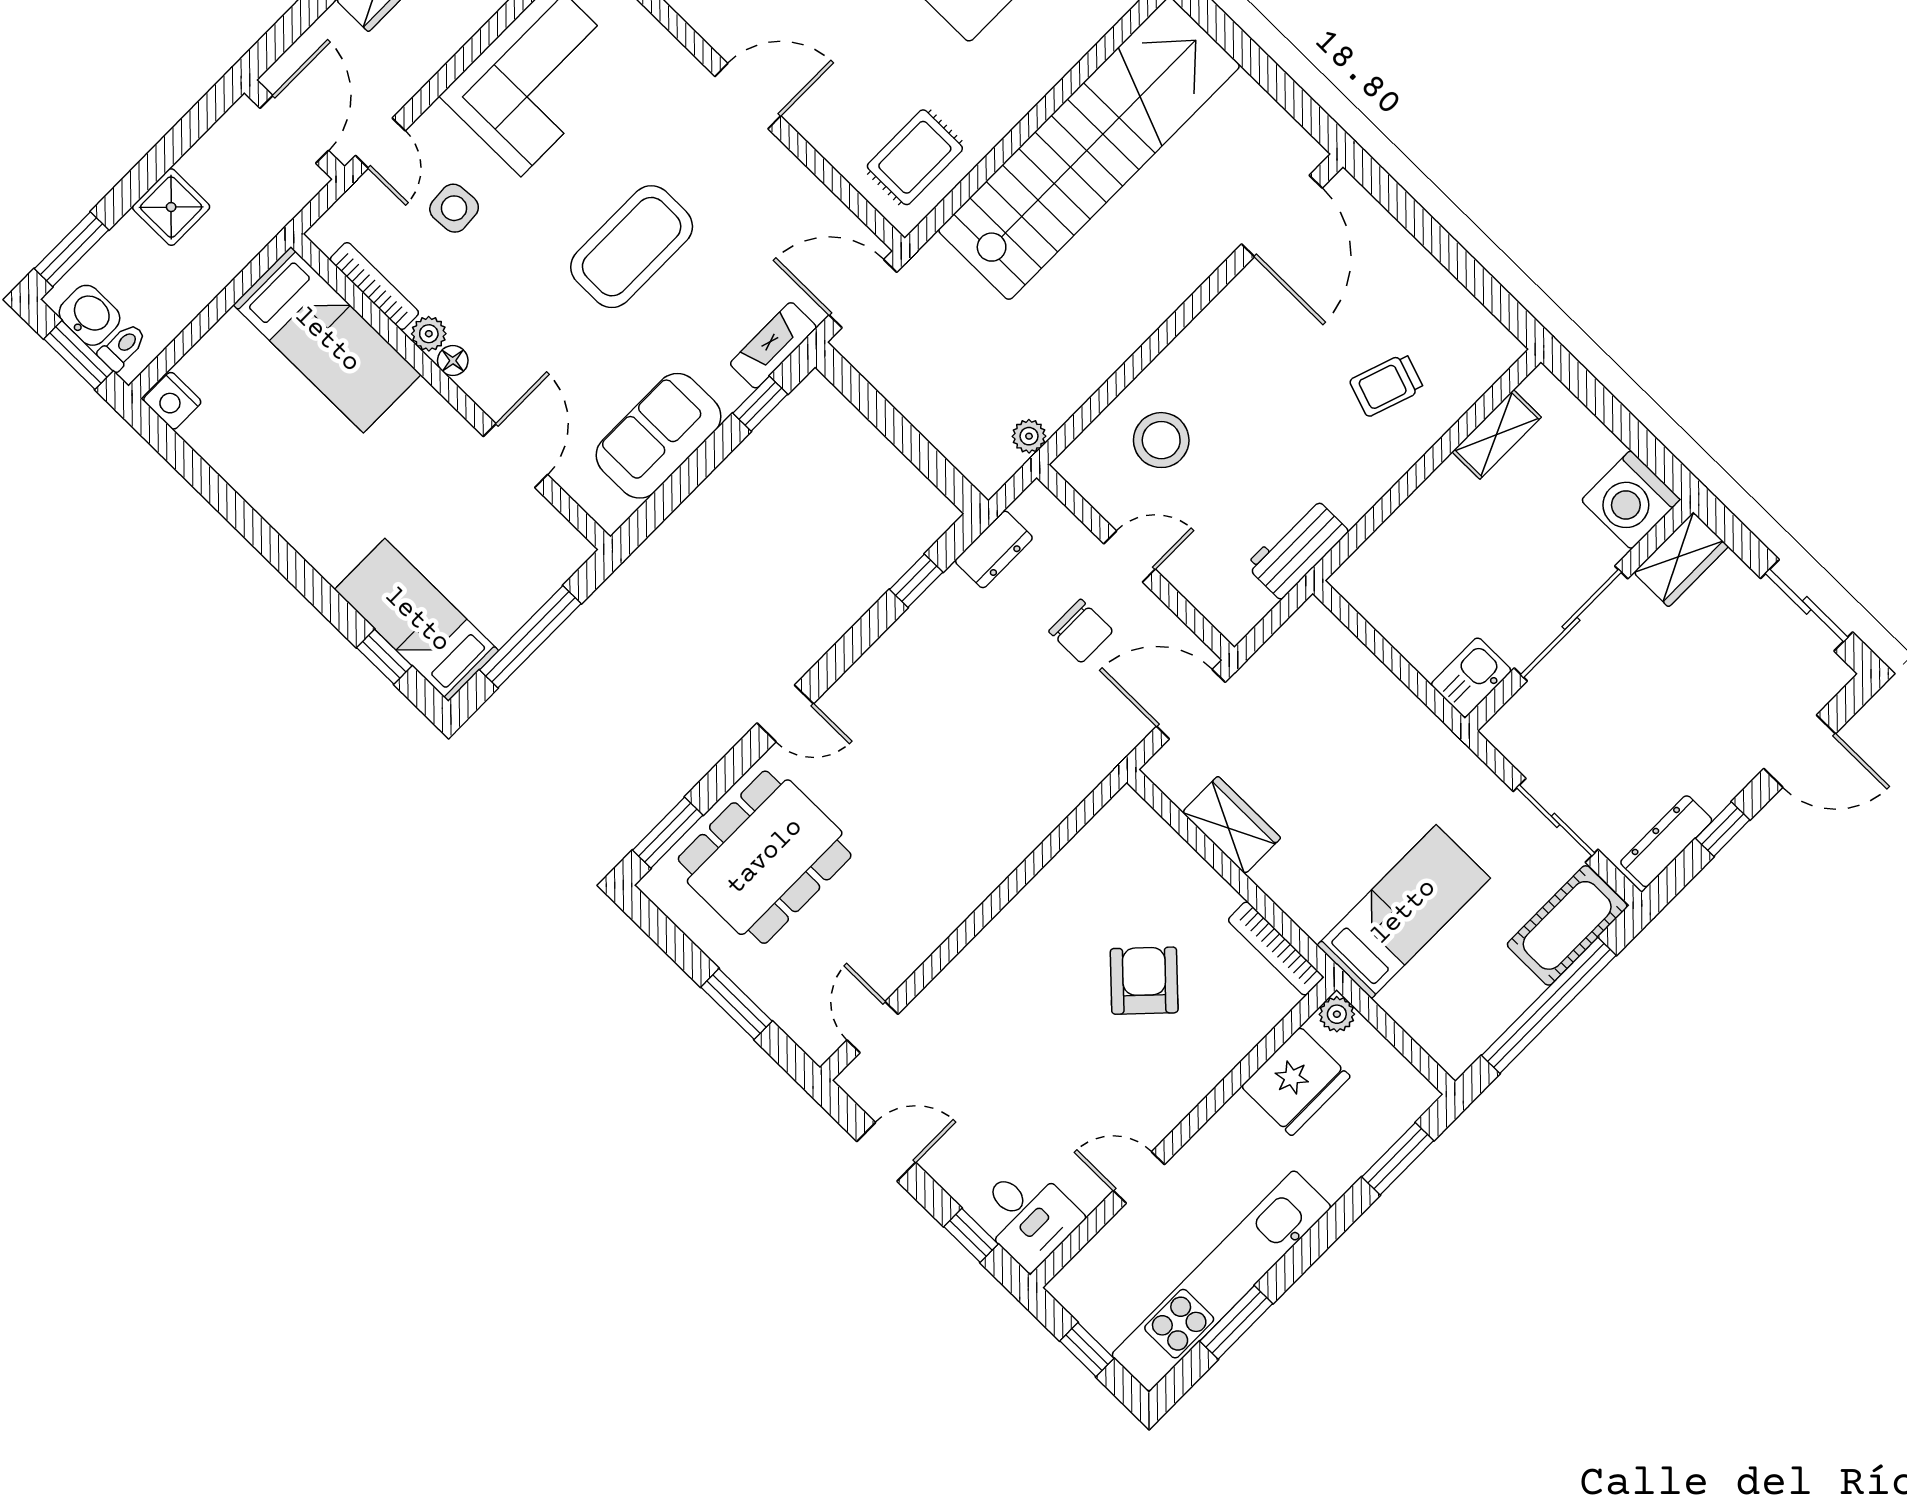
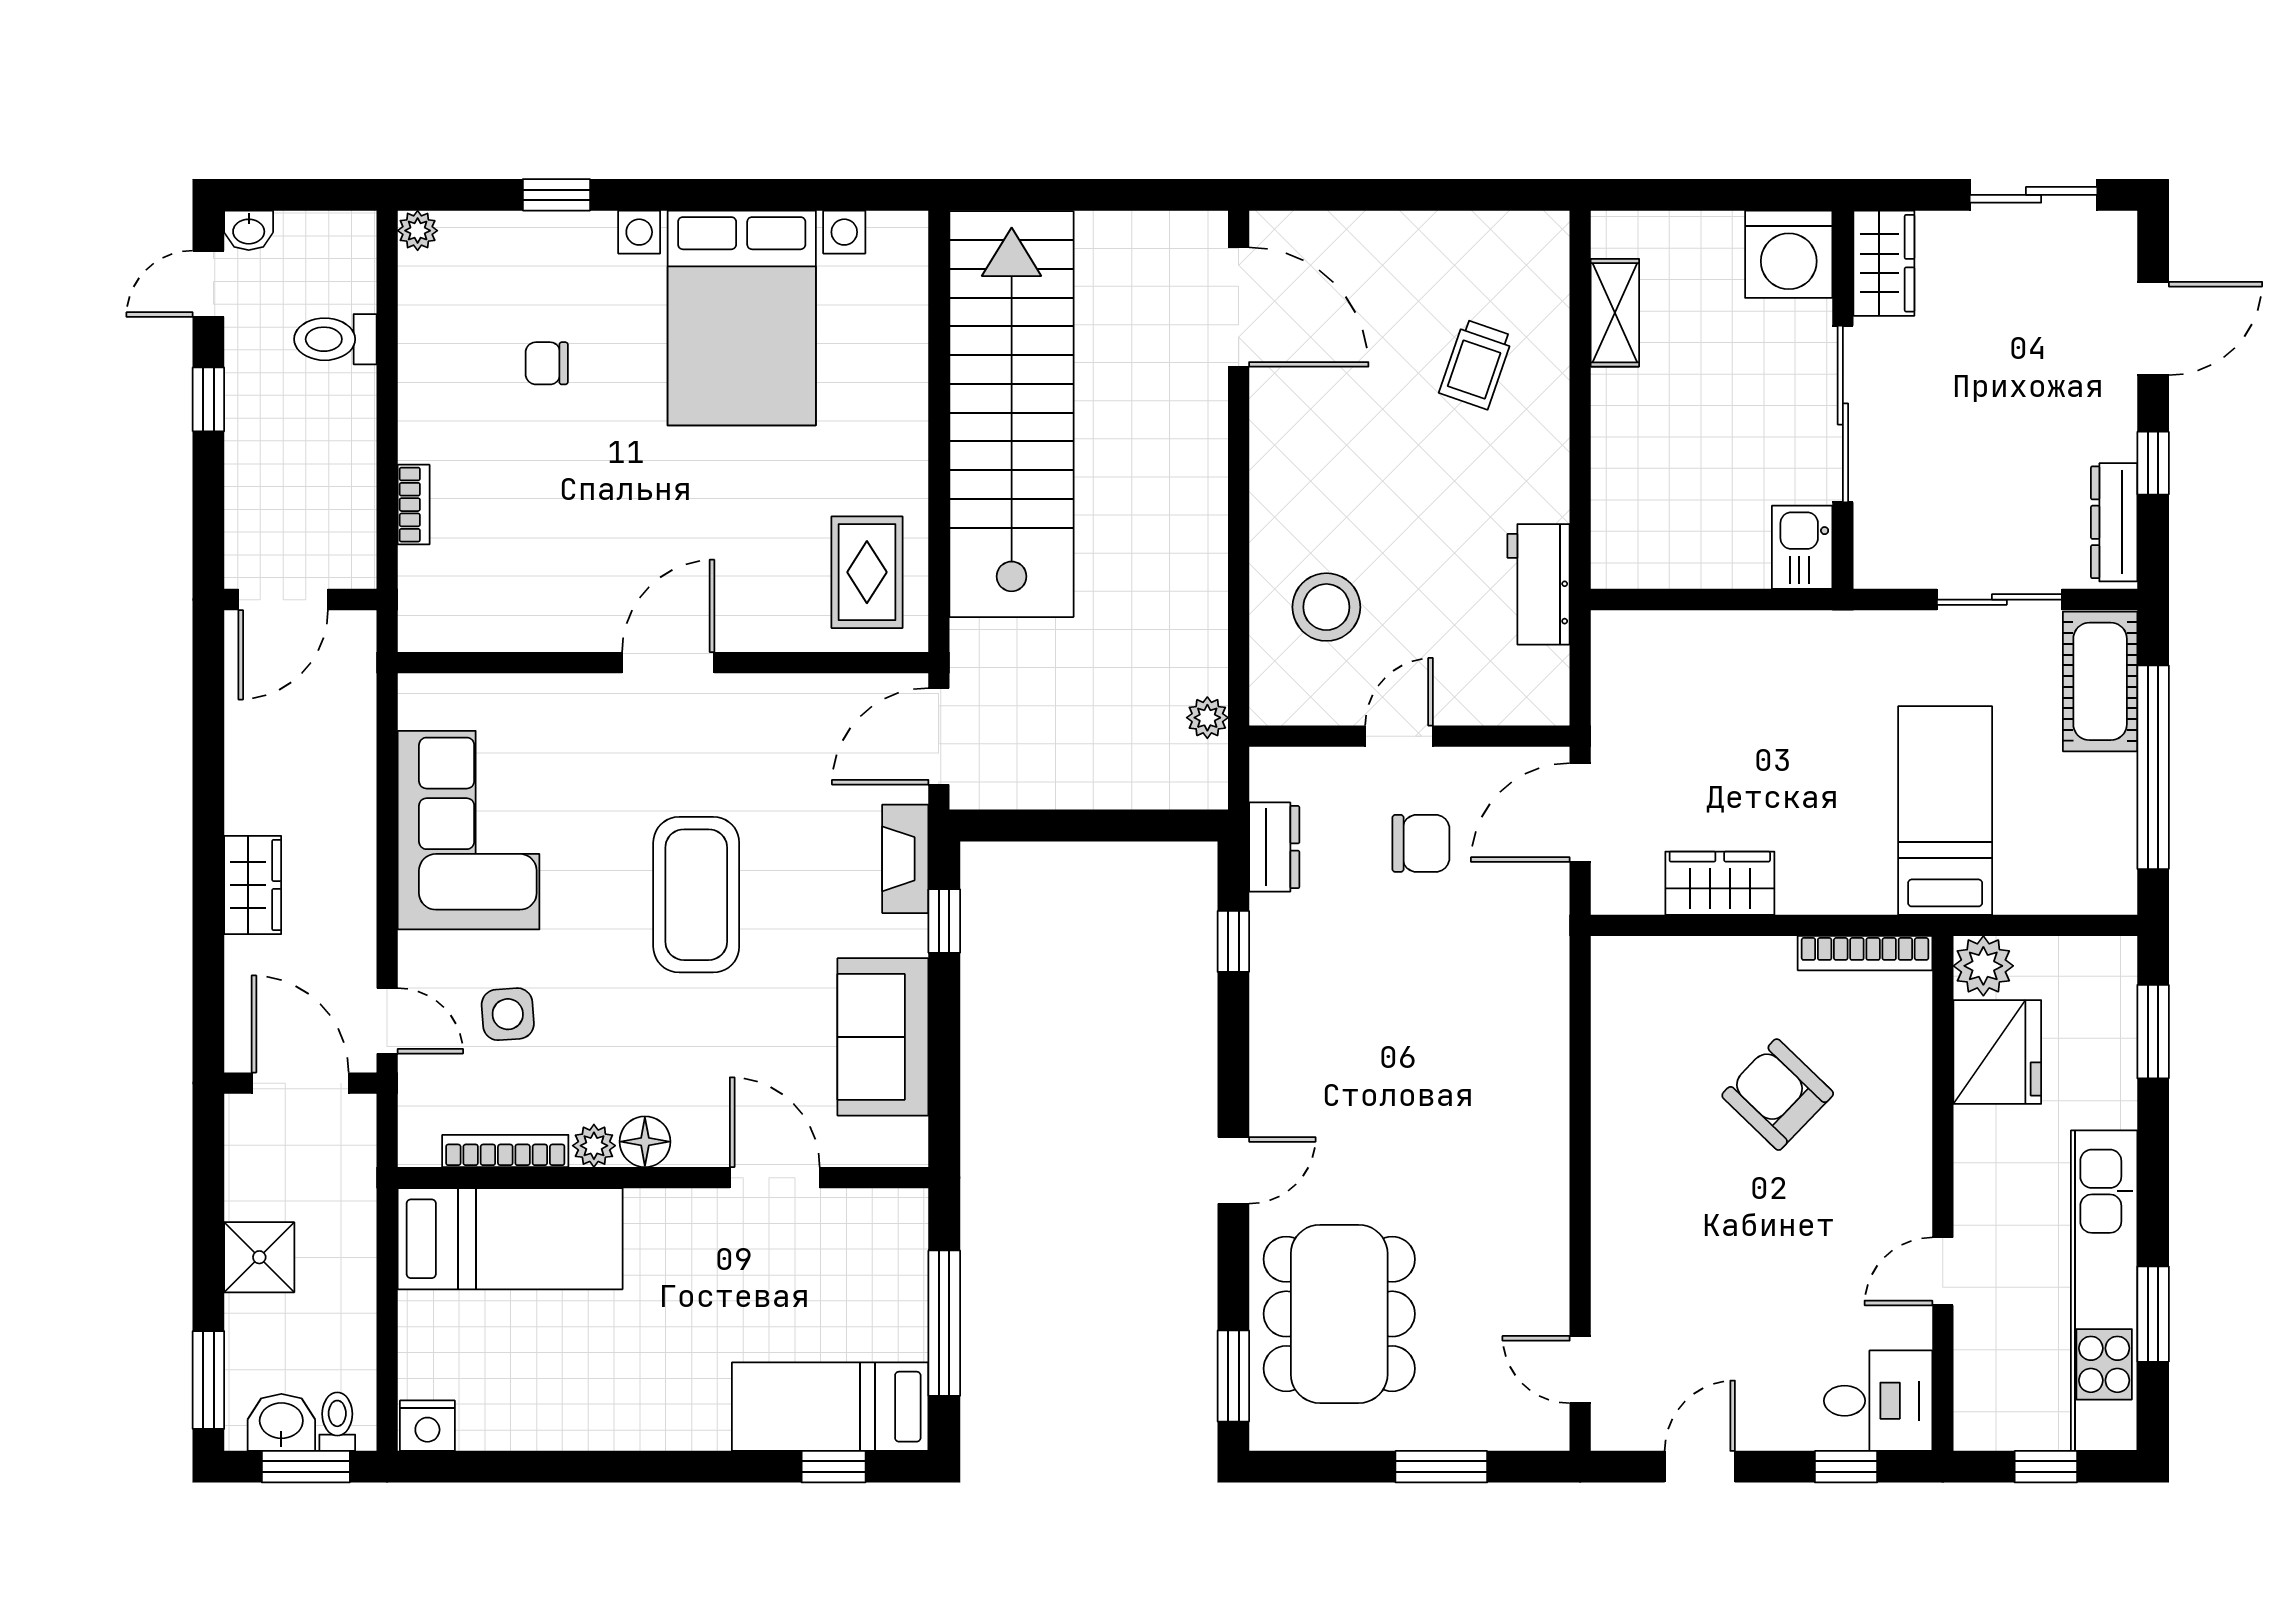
floor lamp: (453, 361) -> (645, 1142), width x1.37, depth x1.37
plant: (1337, 1014) -> (1983, 966), width x1.38, depth x1.38

